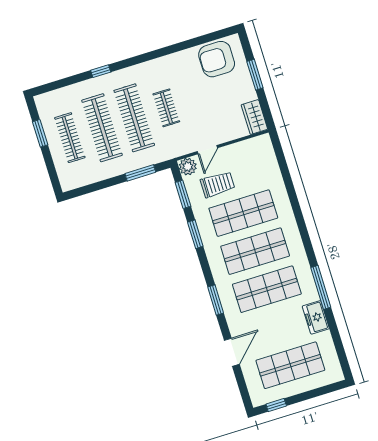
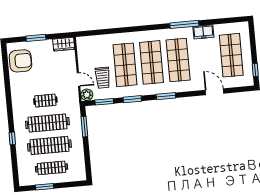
armchair: (217, 59) -> (20, 61), turned -90
trolley: (217, 184) -> (103, 78), turned 180
window: (216, 300) -> (166, 96), moved

